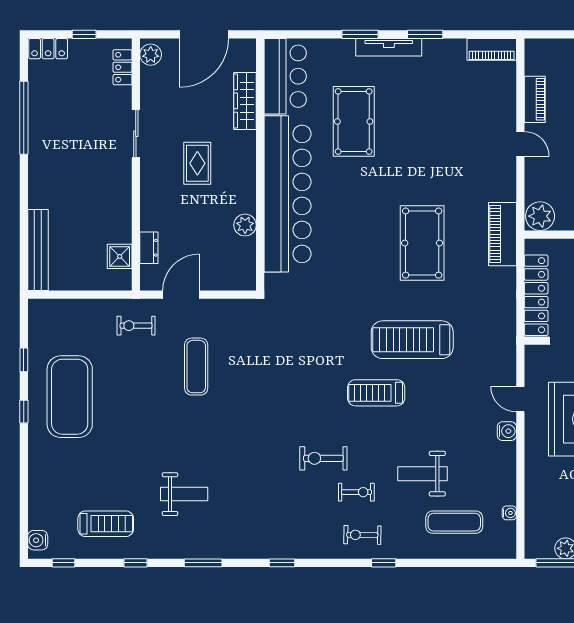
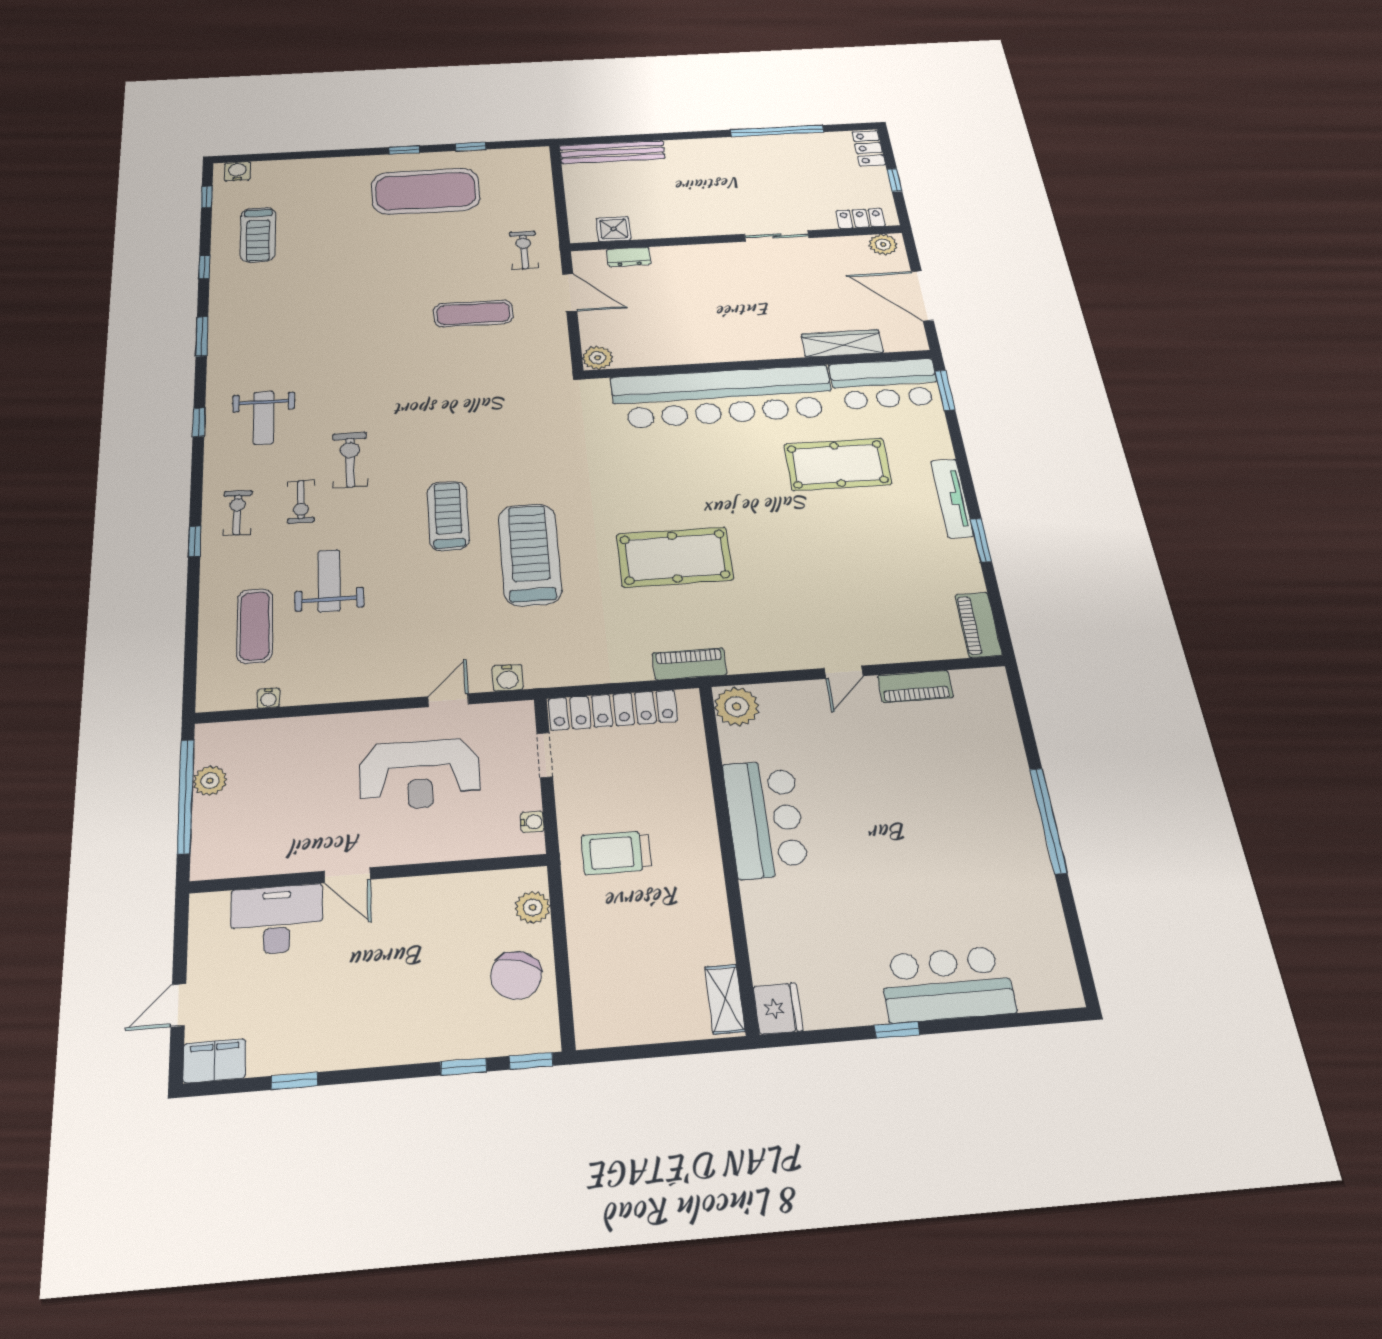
window: (360, 34) -> (945, 390), moved
rug: (197, 163) -> (749, 299), removed
plant: (245, 225) -> (598, 358), moved
piano: (503, 234) -> (689, 664), width x0.73, depth x0.75
water cooler: (507, 431) -> (508, 678), moved
weight bench: (184, 494) -> (264, 418), moved

